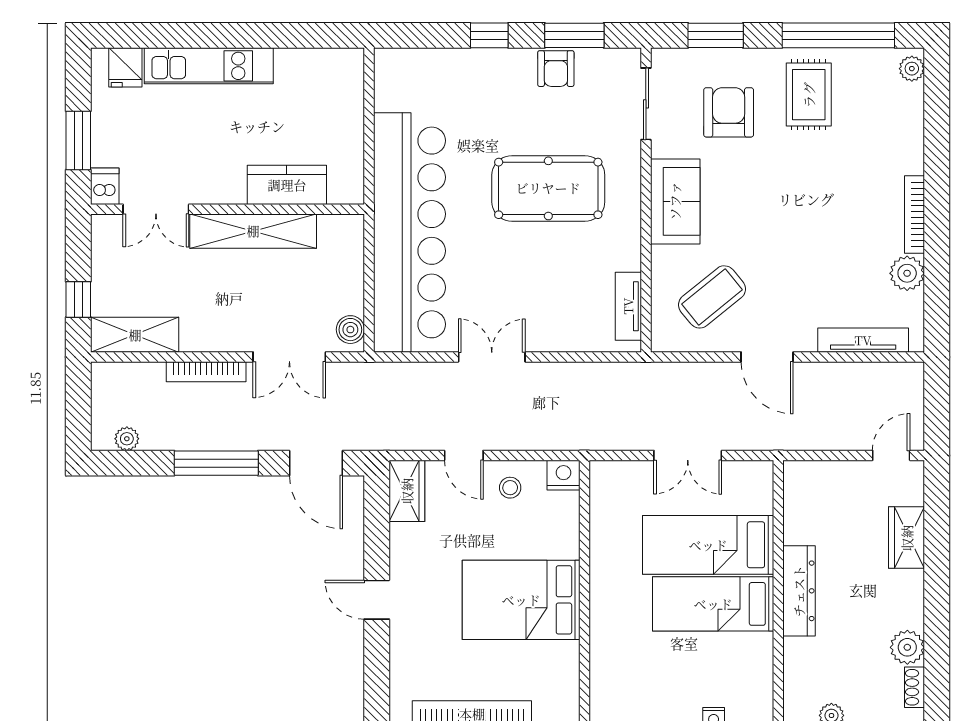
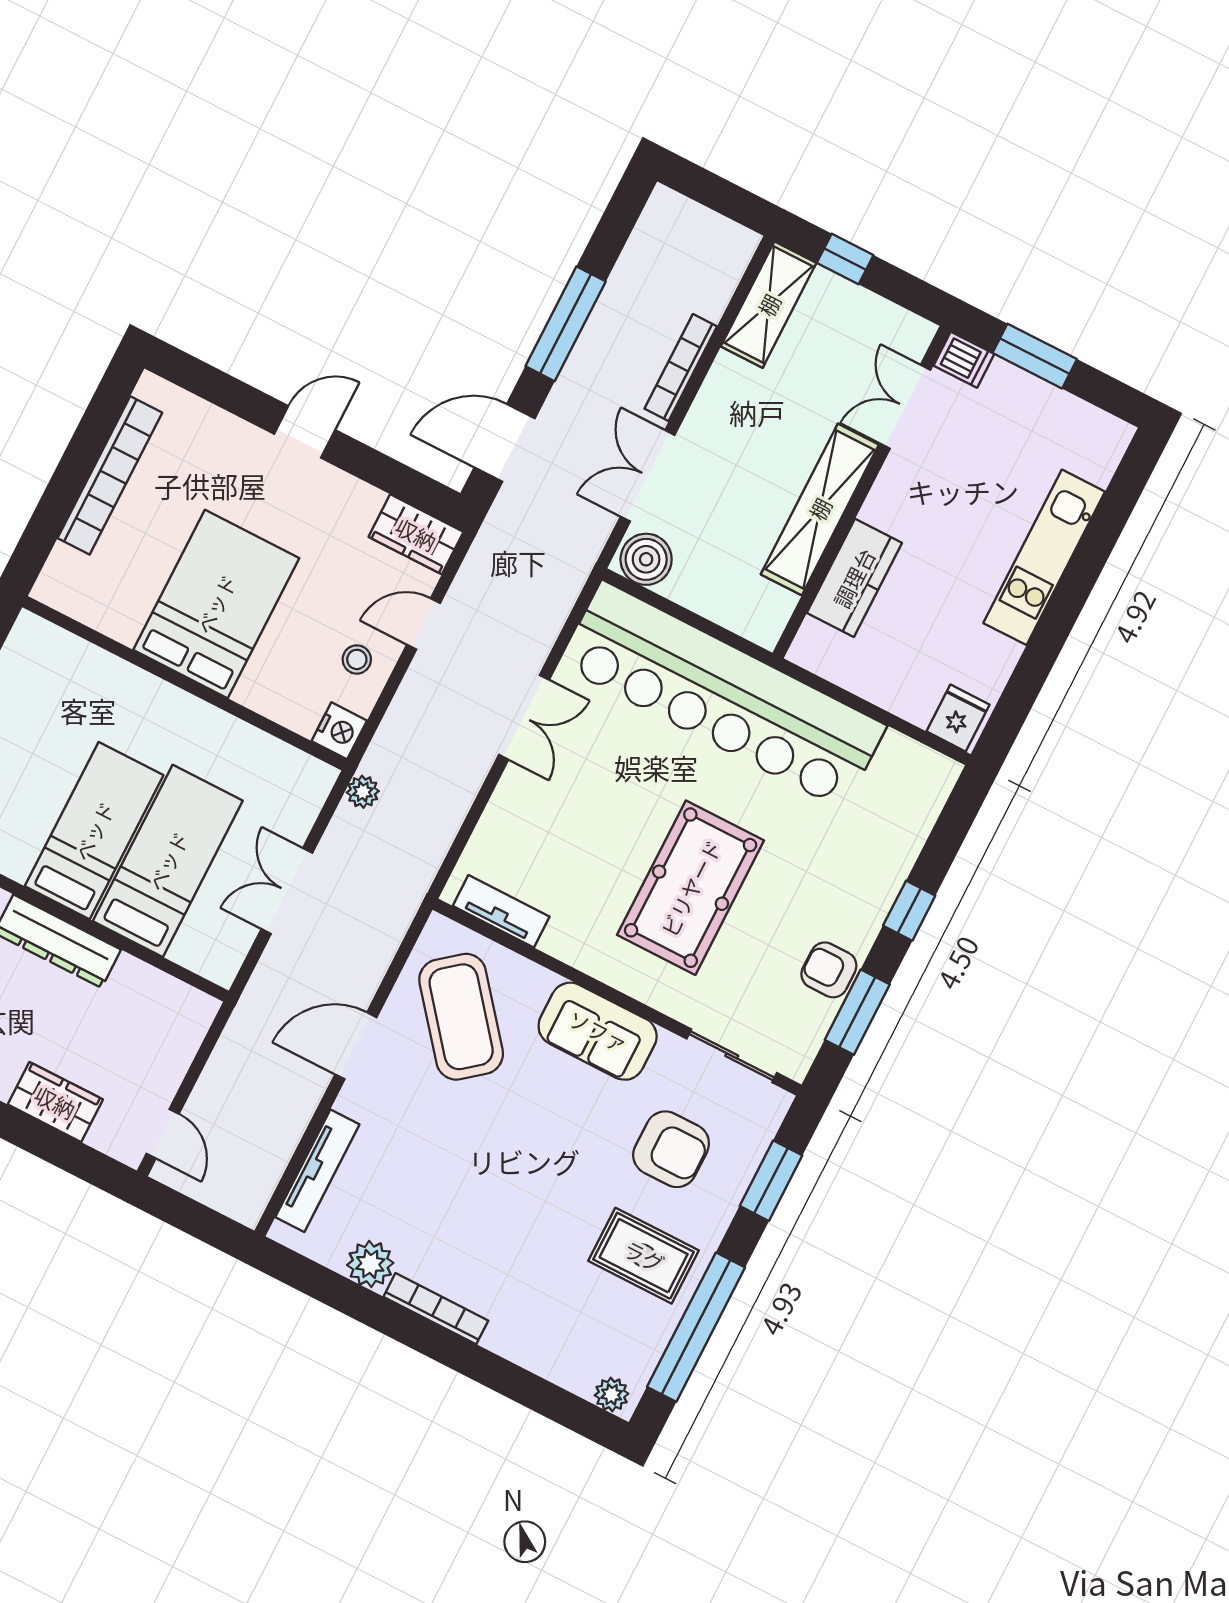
fridge: (125, 67) -> (958, 718), moved, turned 90
coffee table: (712, 297) -> (461, 1017), width x1.36, depth x1.32
boiler: (350, 330) -> (646, 559), width x1.36, depth x1.36
plant: (127, 439) -> (363, 792), moved

